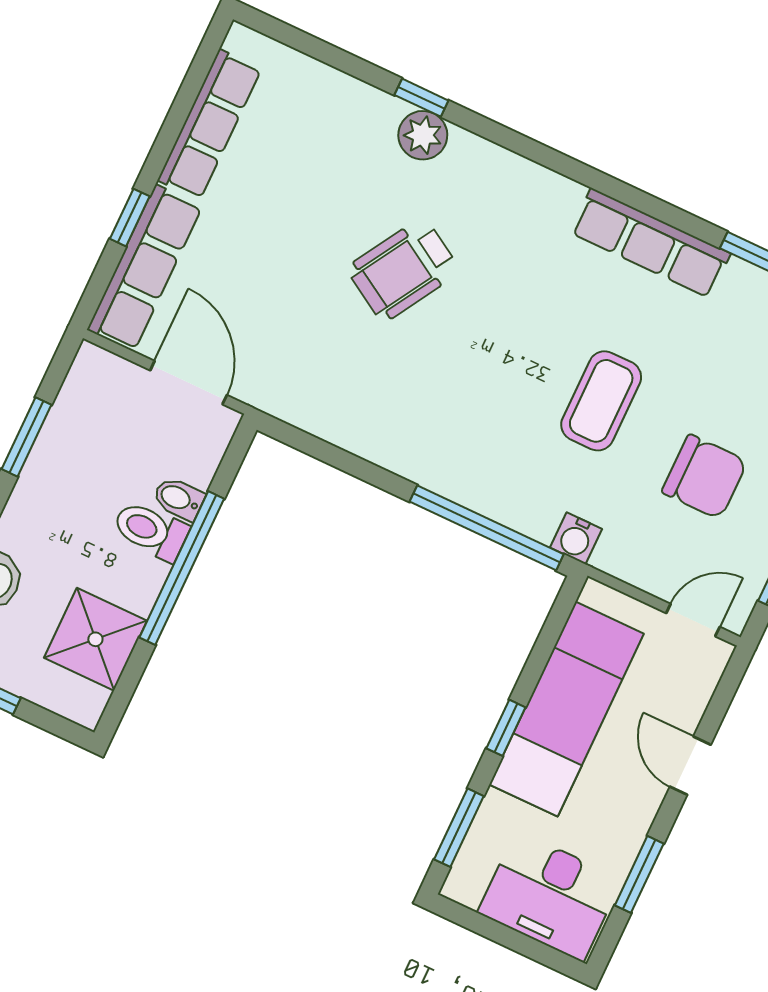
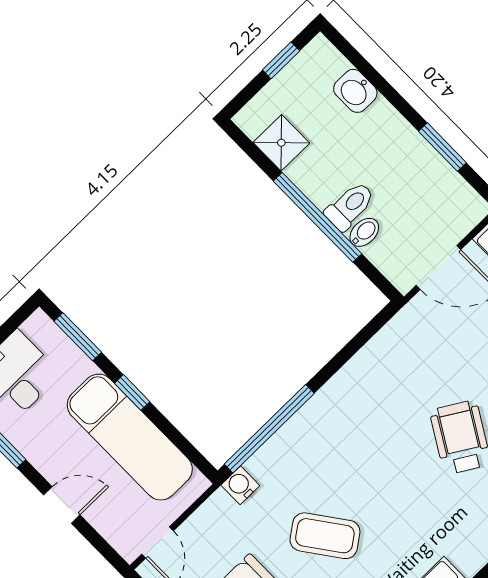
coffee table: (601, 401) -> (325, 536), turned -36
shower: (95, 639) -> (281, 143), width x0.73, depth x0.73

